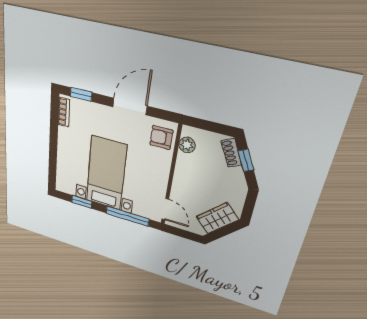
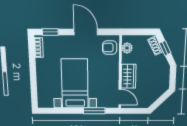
door: (130, 106) -> (86, 32), hinge flipped
window: (82, 202) -> (59, 111), removed
window: (127, 216) -> (94, 111), width x0.69
wardrobe: (217, 218) -> (129, 76), moved, turned 135

